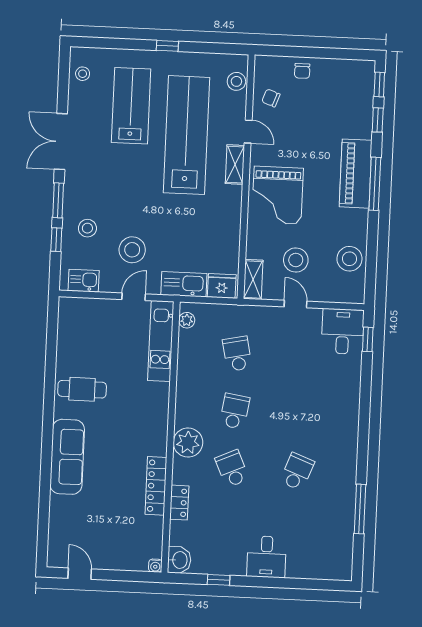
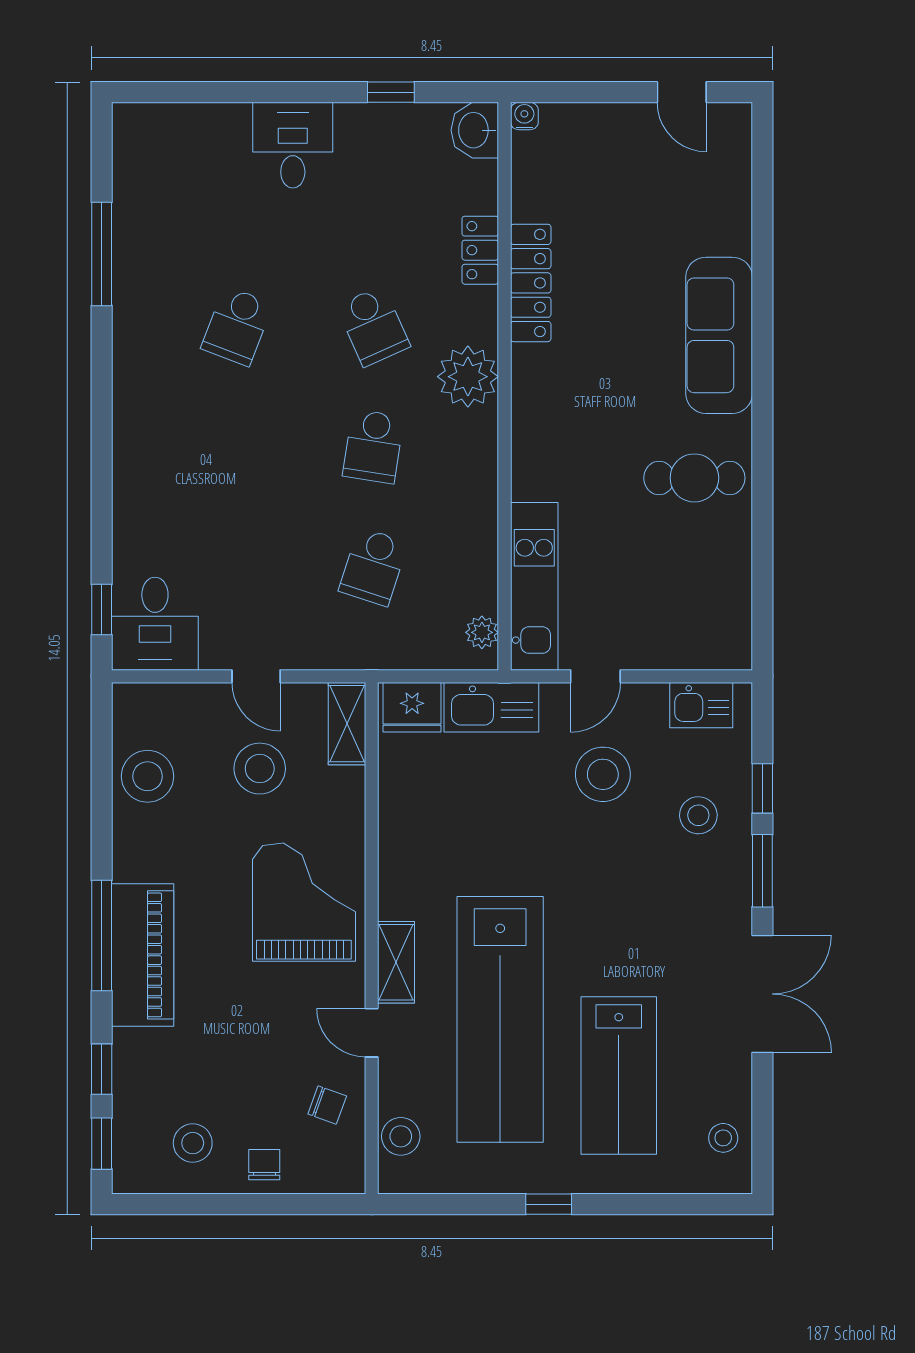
stool: (336, 83) -> (193, 1143), added
school desk: (237, 354) -> (373, 567), turned 30

